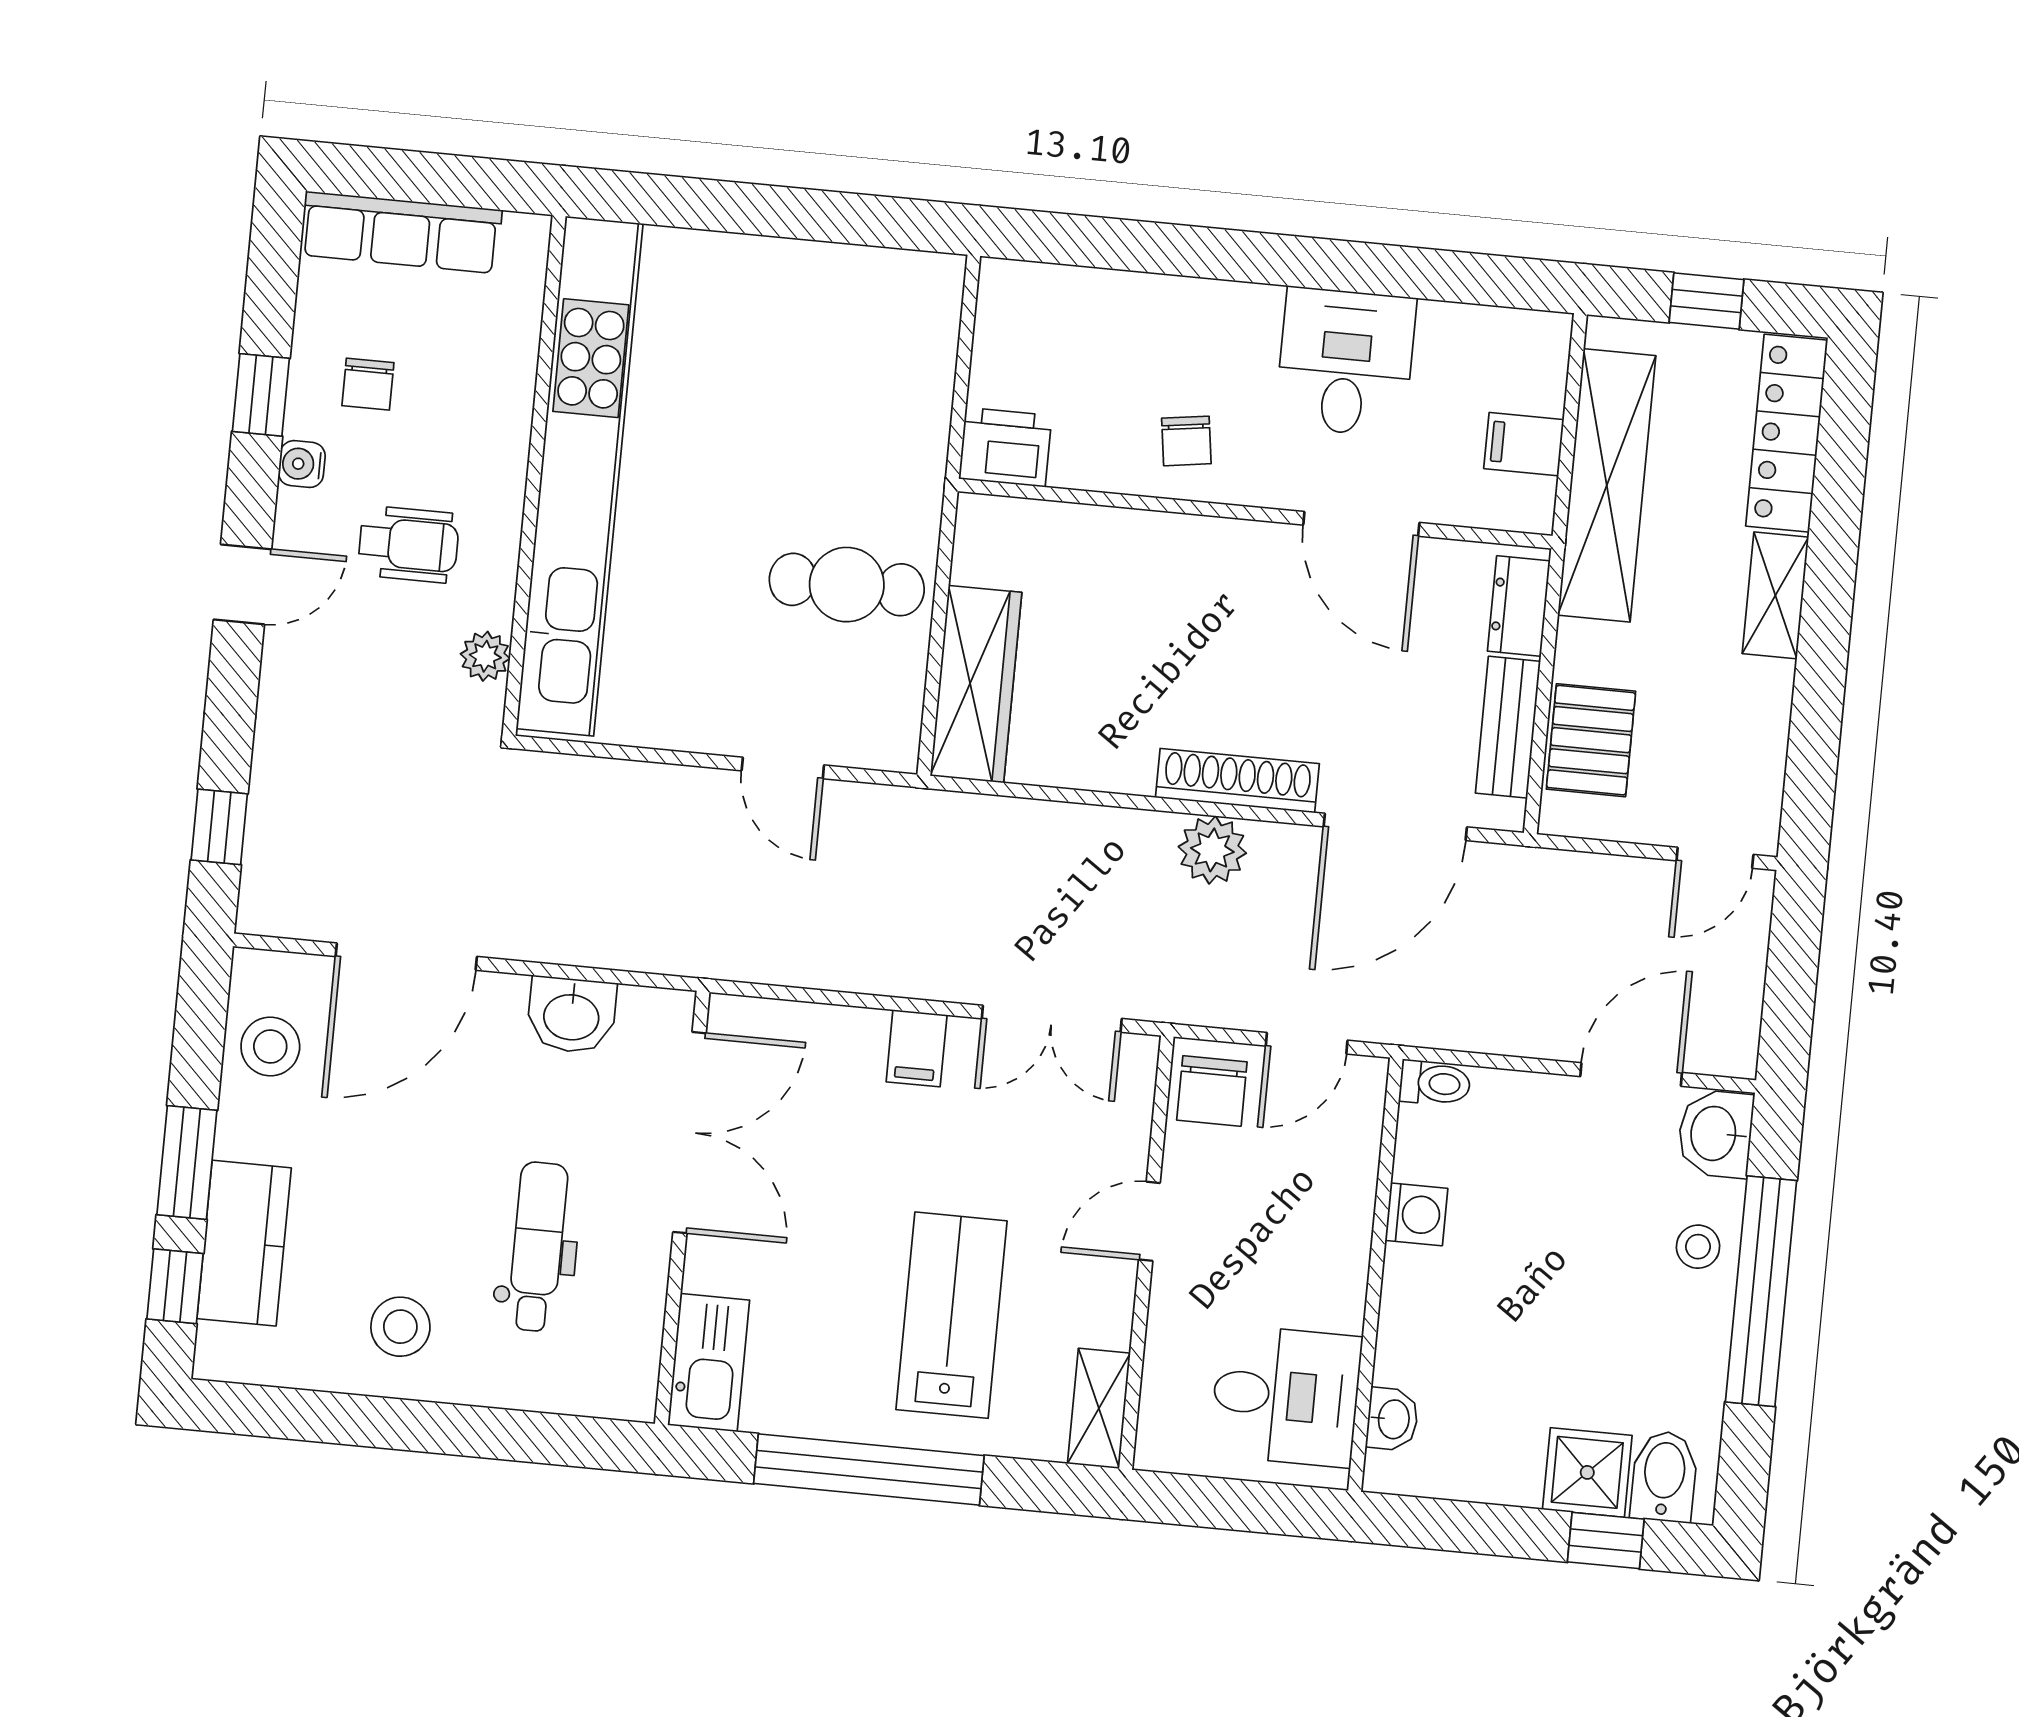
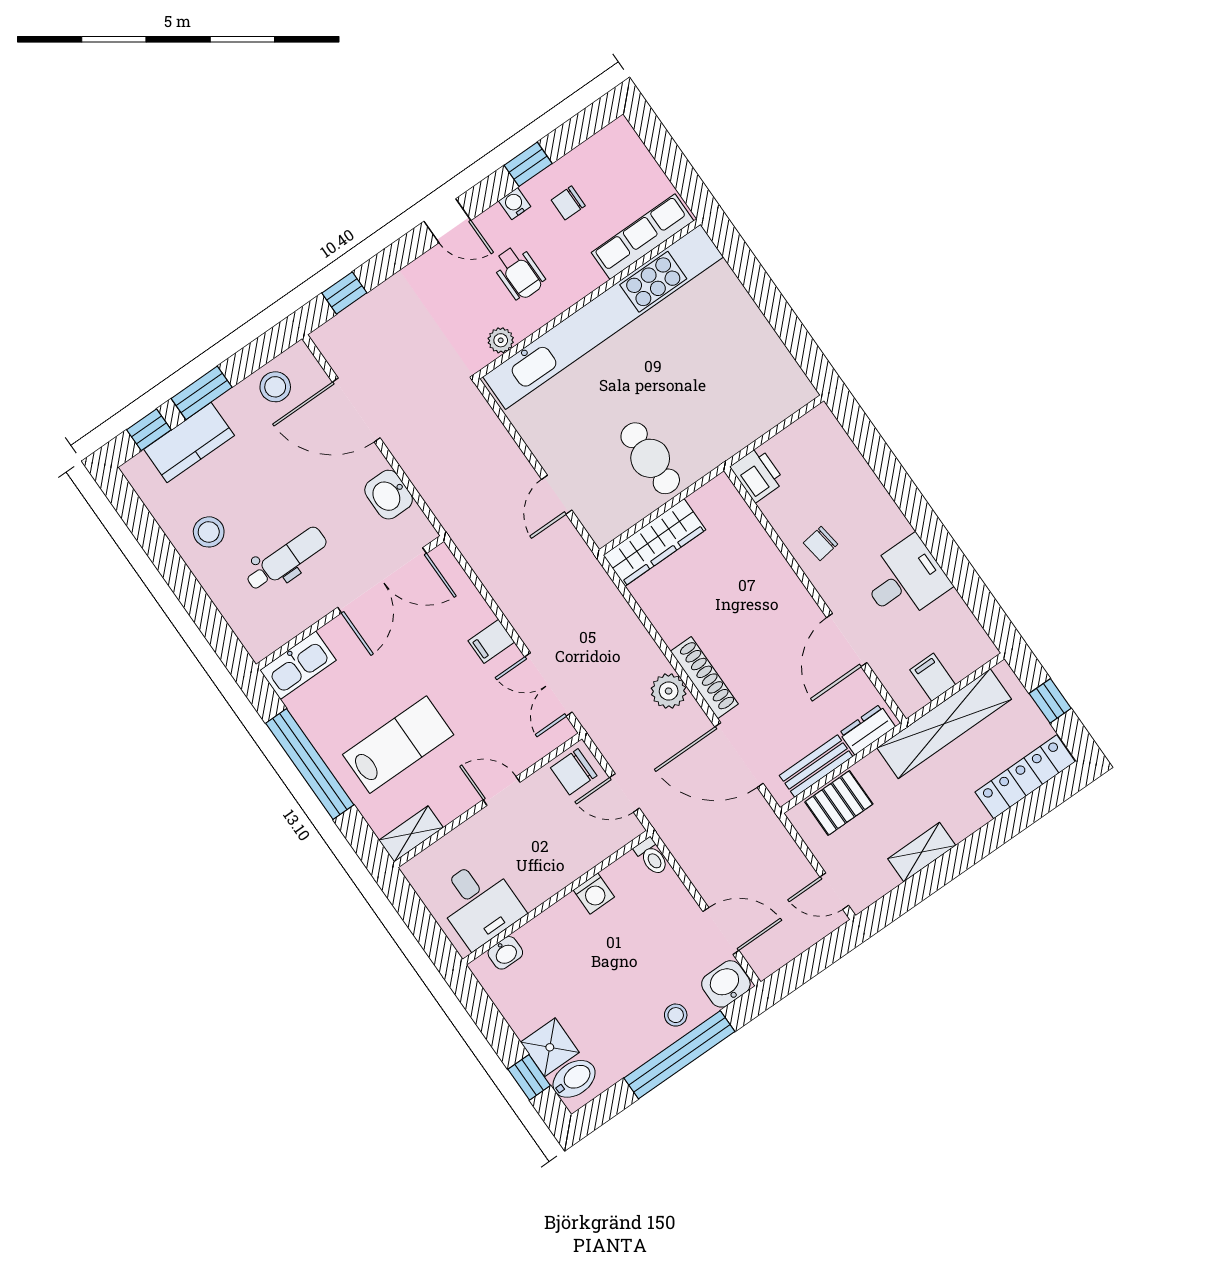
row of seats: (401, 232) -> (642, 237), moved, turned 90
shelving: (1775, 595) -> (922, 852), moved

